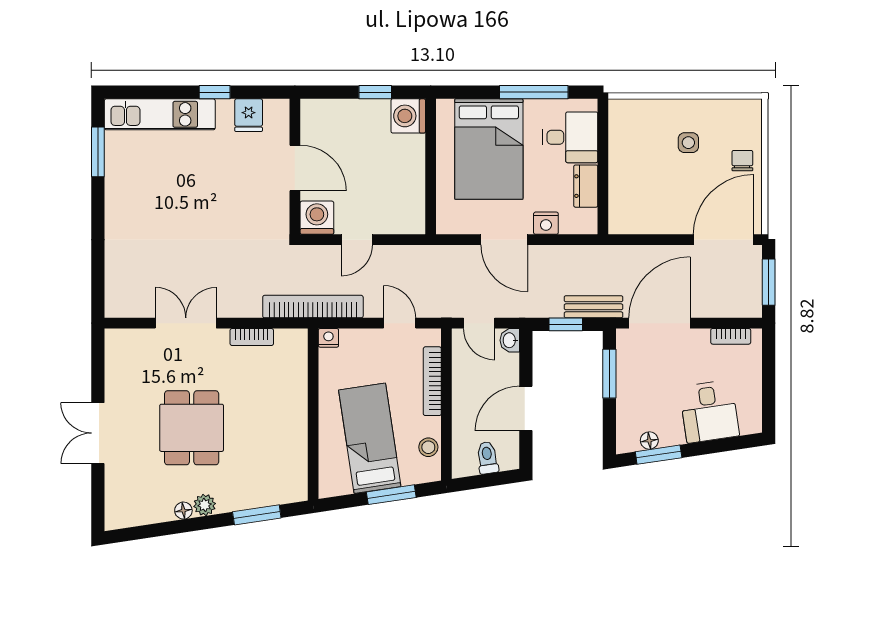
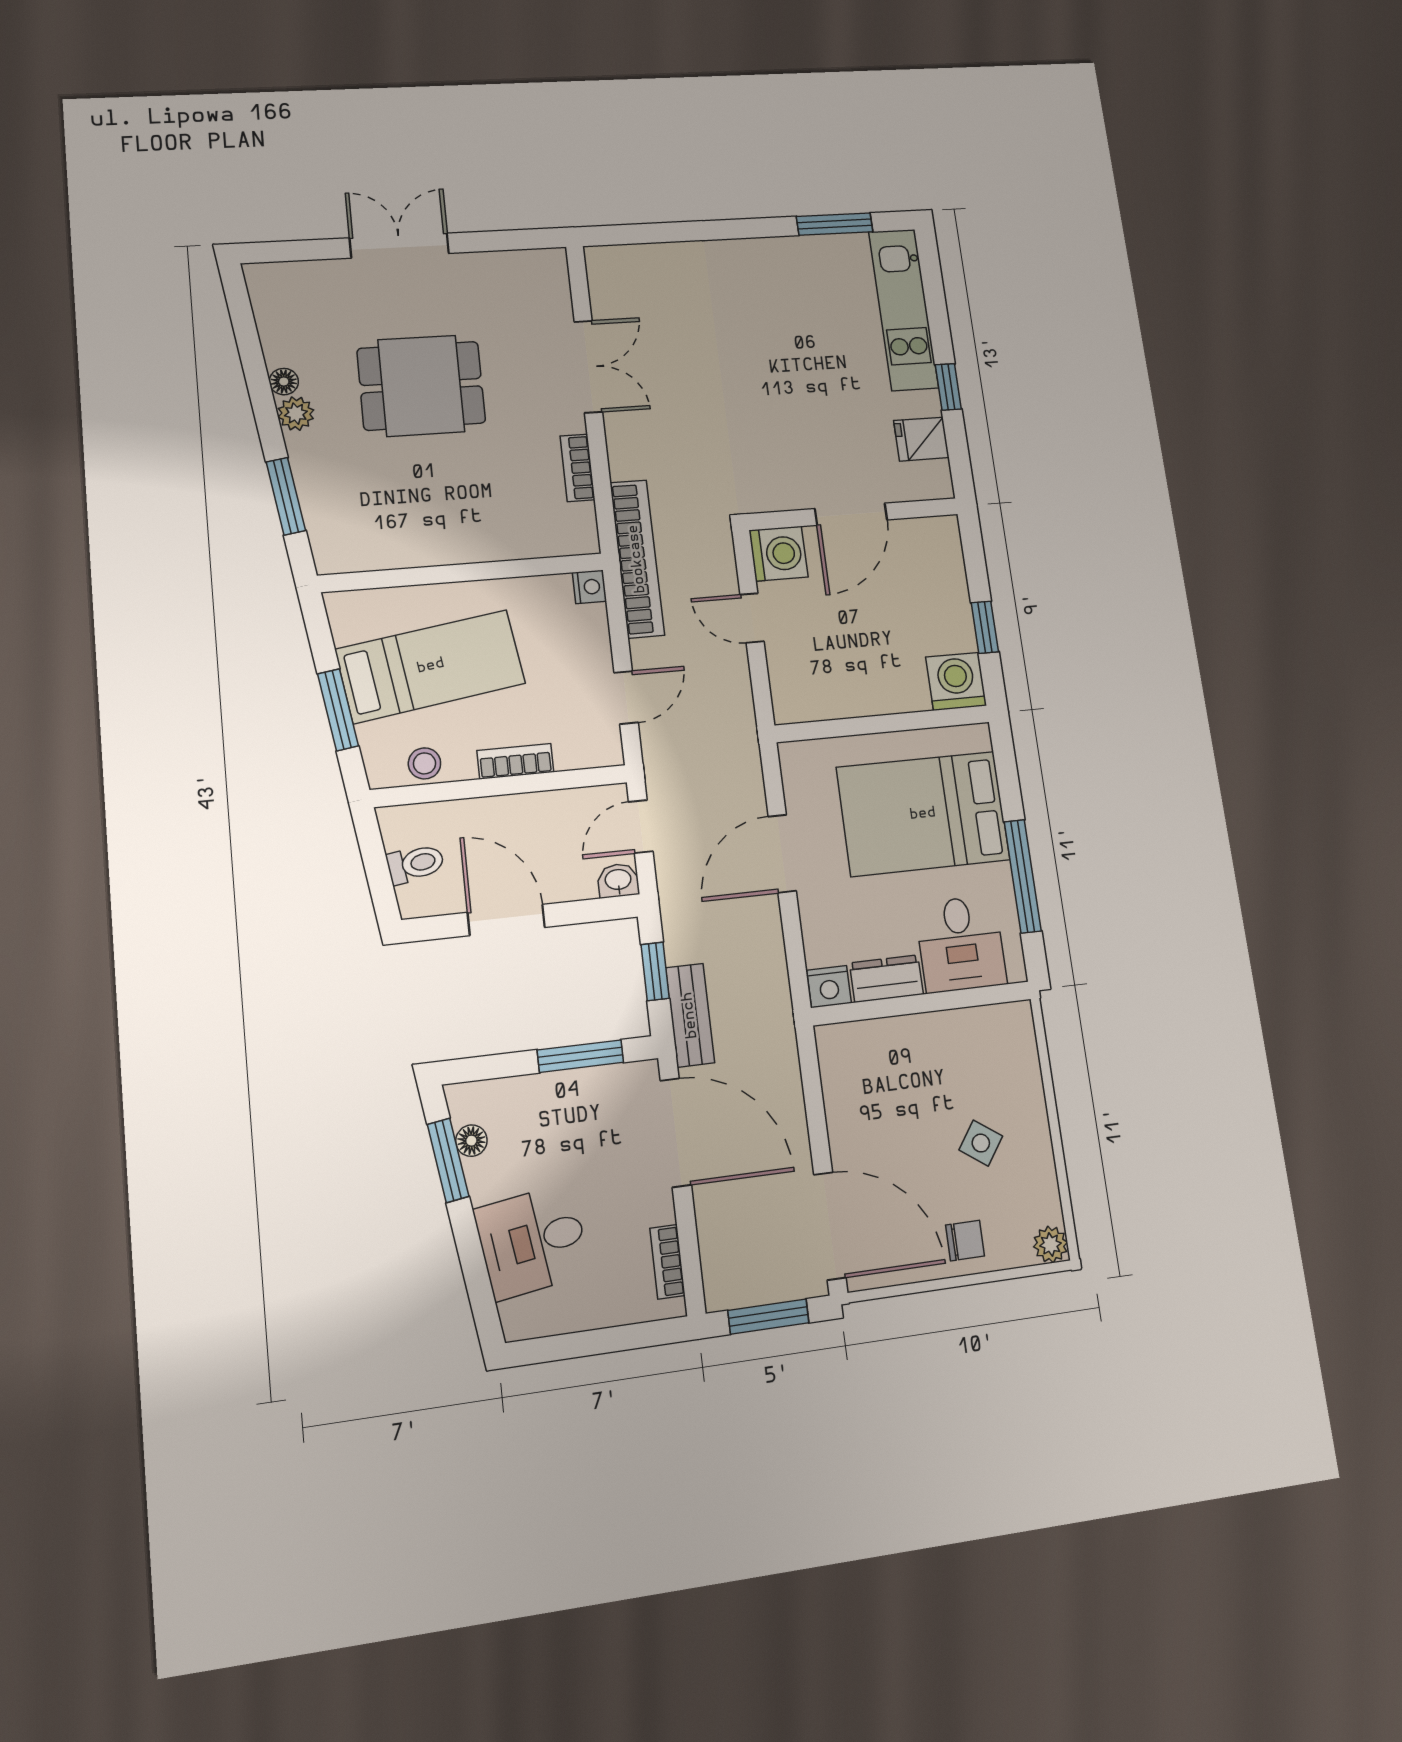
plant: (752, 109) -> (1051, 1244), added
side table: (688, 143) -> (981, 1143), turned 35
nightstand: (546, 223) -> (829, 987), moved, turned -90
bookcase: (432, 381) -> (515, 761), width x0.64

